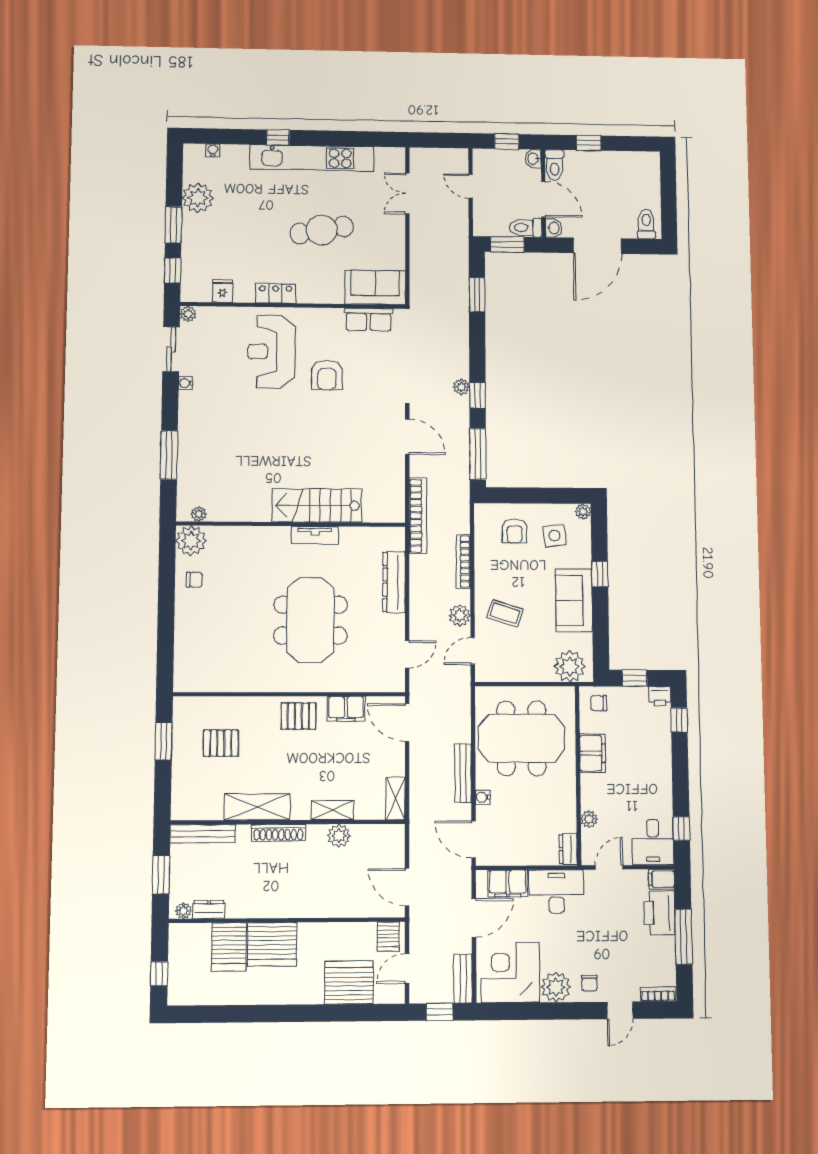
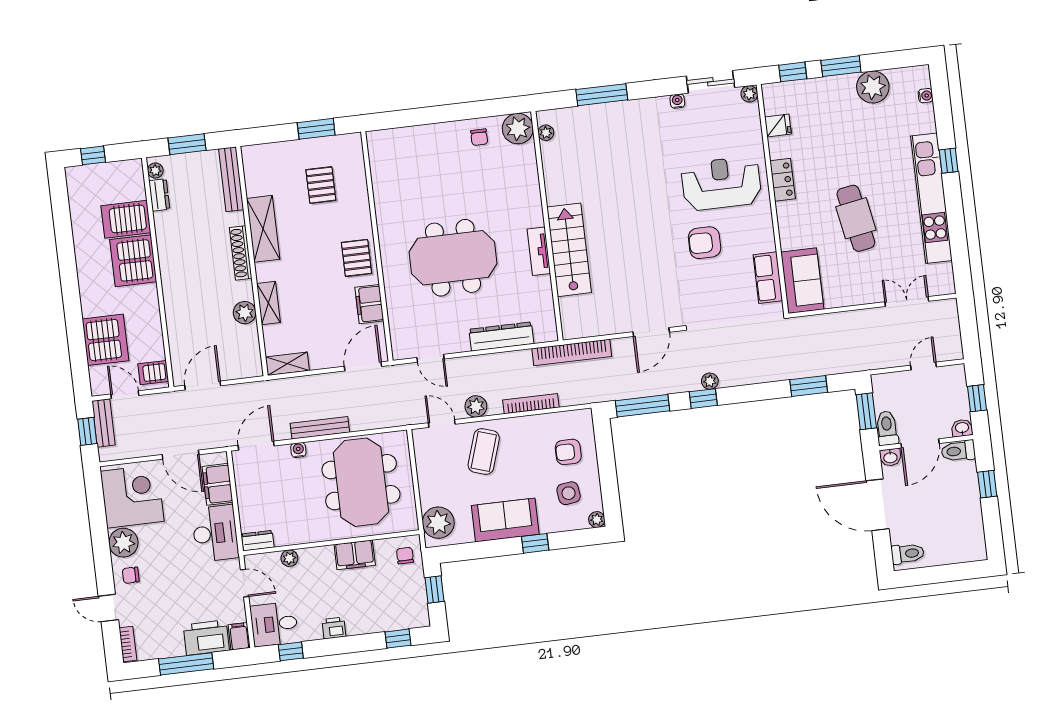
coffee table: (505, 613) -> (484, 452), width x1.36, depth x1.30
printer: (660, 696) -> (334, 628), moved, turned 90
bench: (463, 979) -> (104, 423), moved, turned 90

